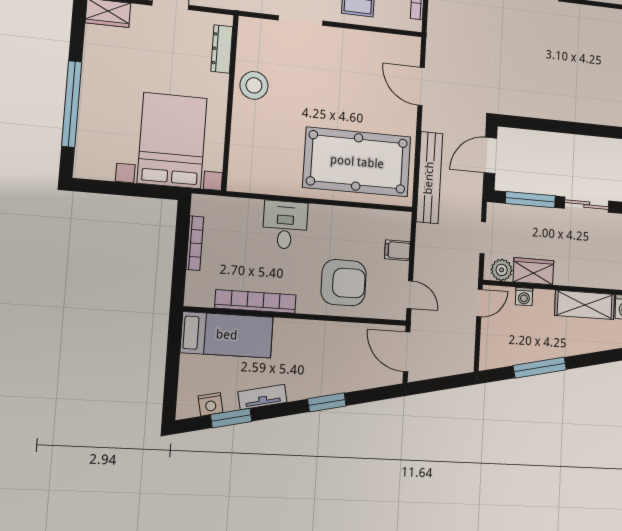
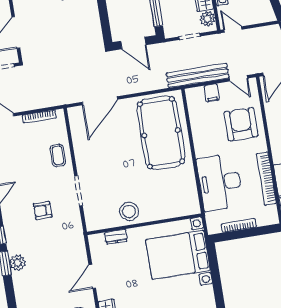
dresser: (222, 49) -> (116, 237), width x0.70
door: (421, 86) -> (100, 101), width x1.36
bench: (429, 178) -> (198, 75), moved
desk: (285, 225) -> (220, 182), width x1.87, depth x1.30
door: (410, 295) -> (238, 78), swing flipped

